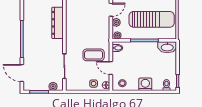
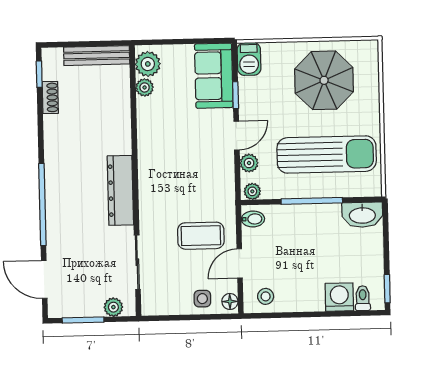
dresser: (58, 23) -> (120, 190), moved
door: (111, 68) -> (240, 263), hinge flipped
washing machine: (145, 84) -> (339, 297), moved

